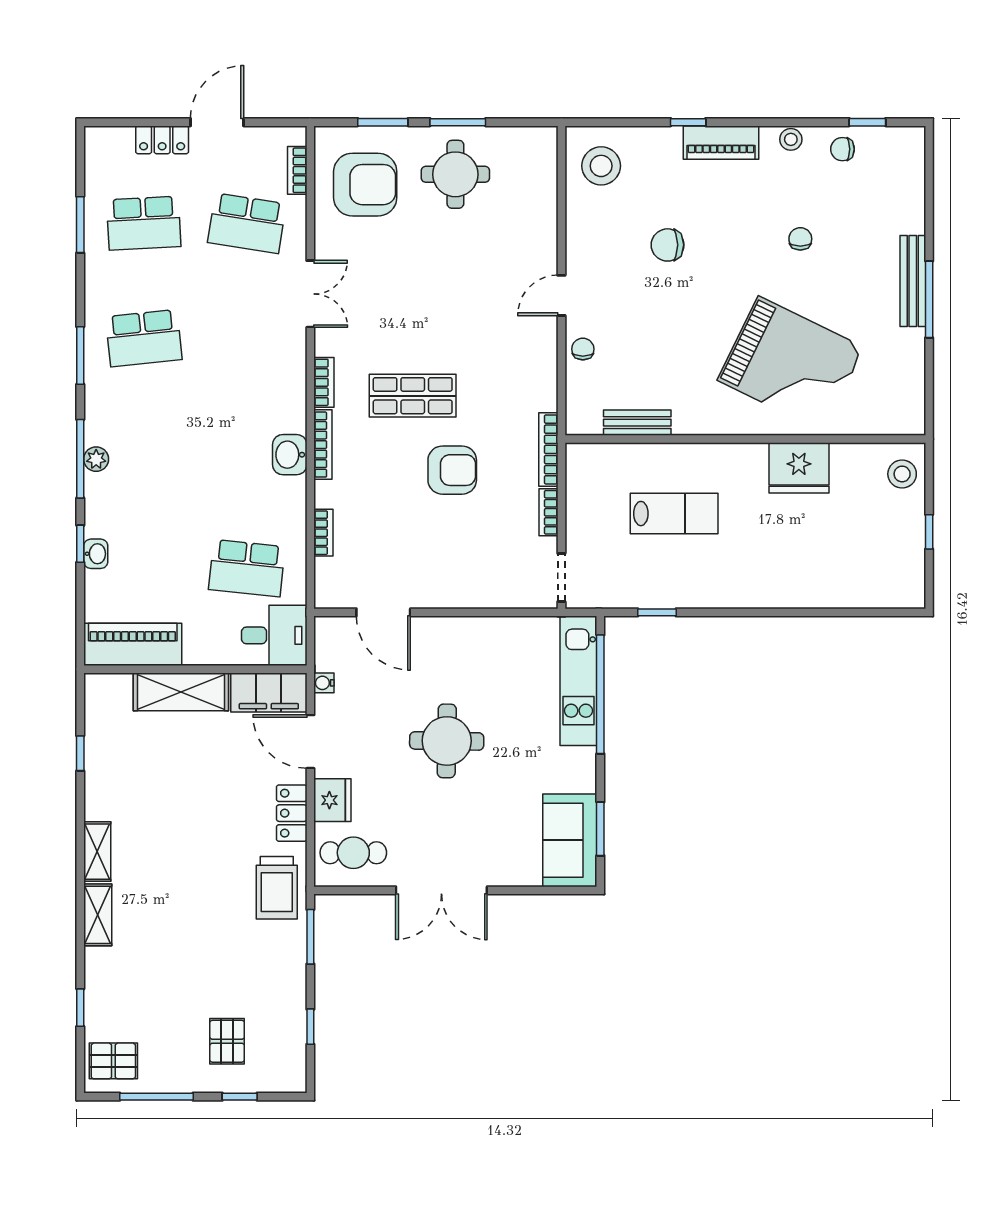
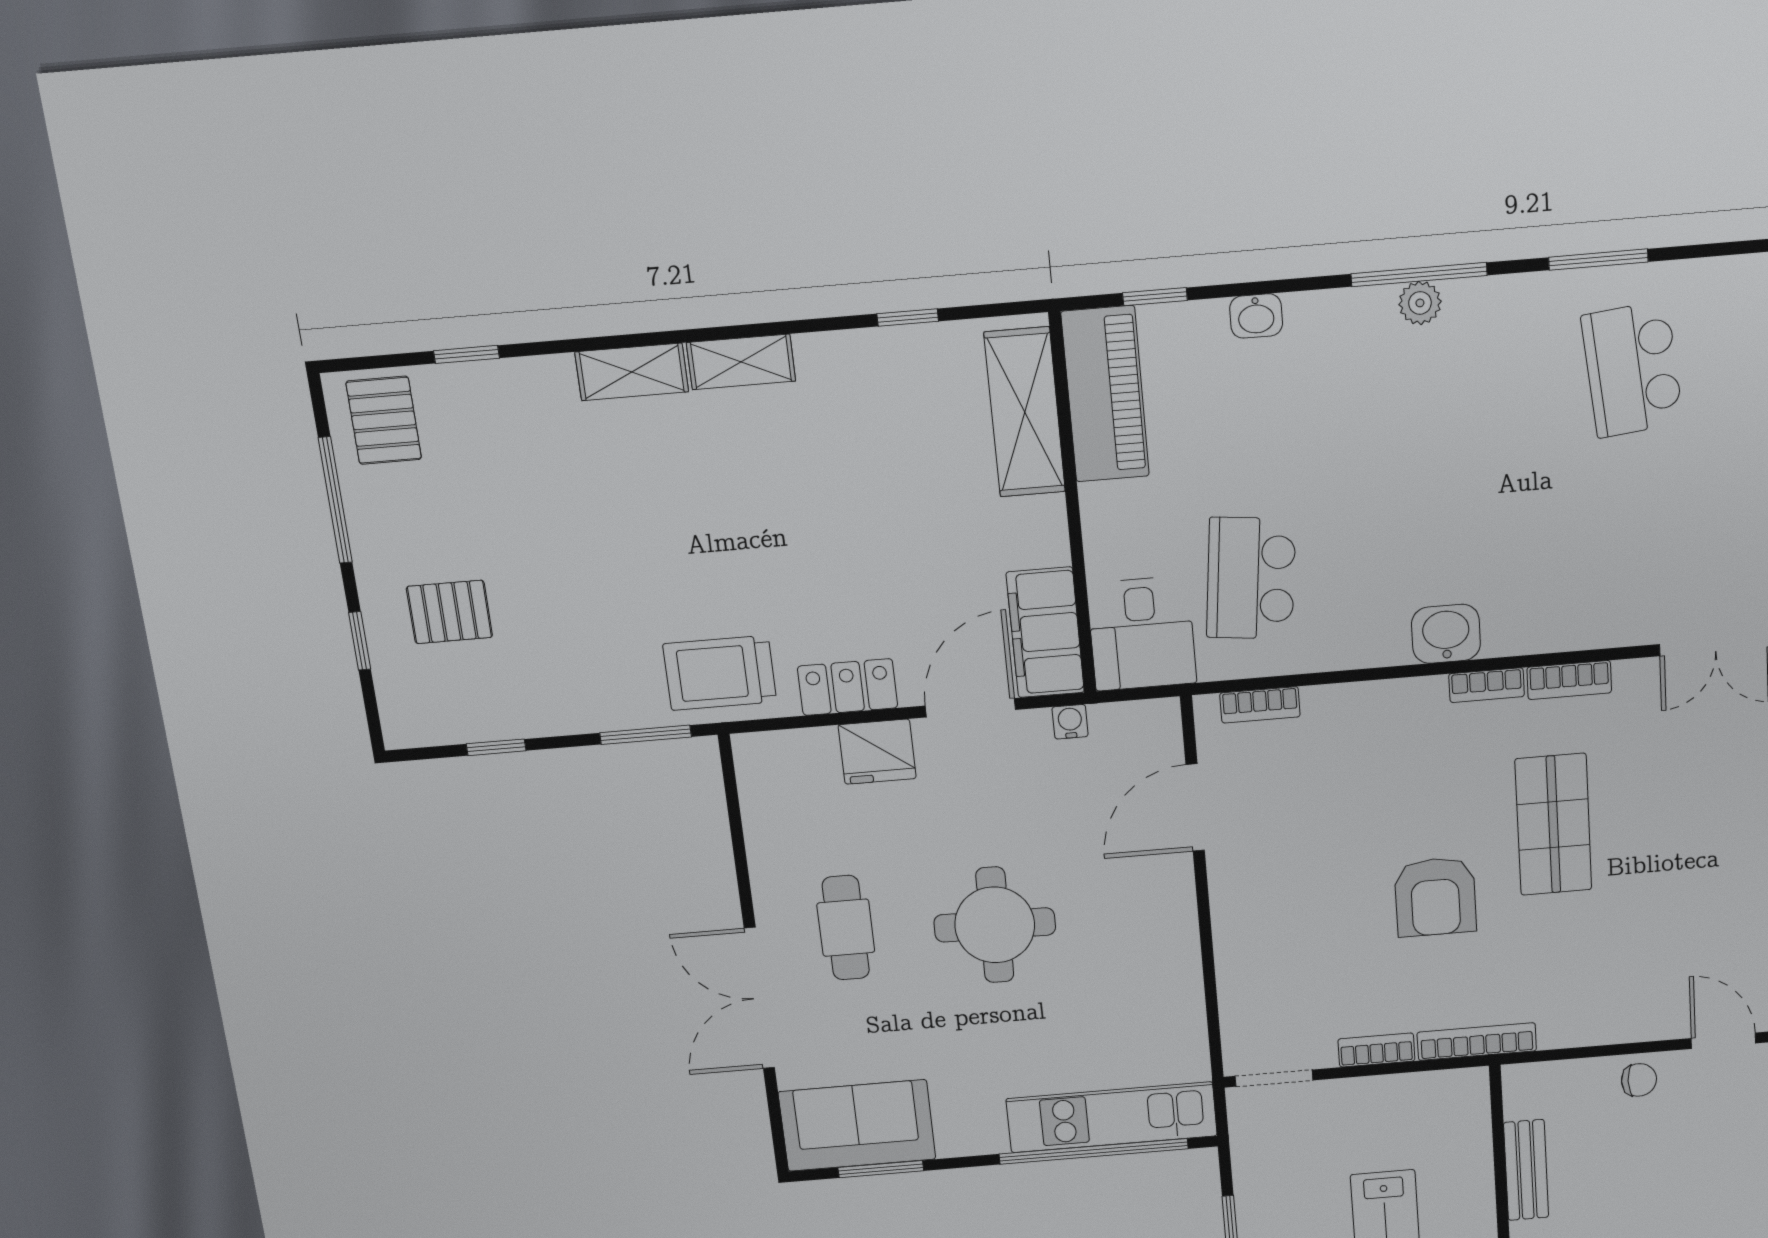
bookcase: (323, 445) -> (1487, 685), width x0.64
bookcase: (323, 533) -> (1260, 705), moved
window: (80, 544) -> (1155, 297), moved
shelving: (181, 692) -> (1025, 412), moved
cafe table: (353, 853) -> (846, 928), moved
double door: (441, 890) -> (759, 998), moved

